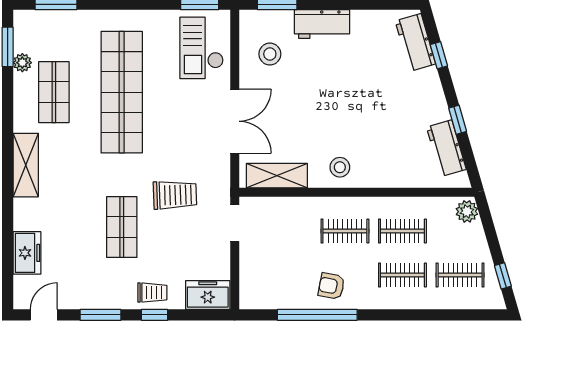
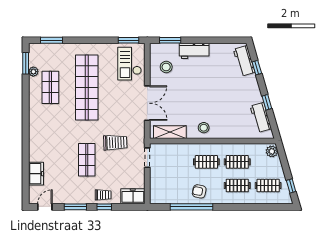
shelving: (26, 165) -> (35, 127), removed

